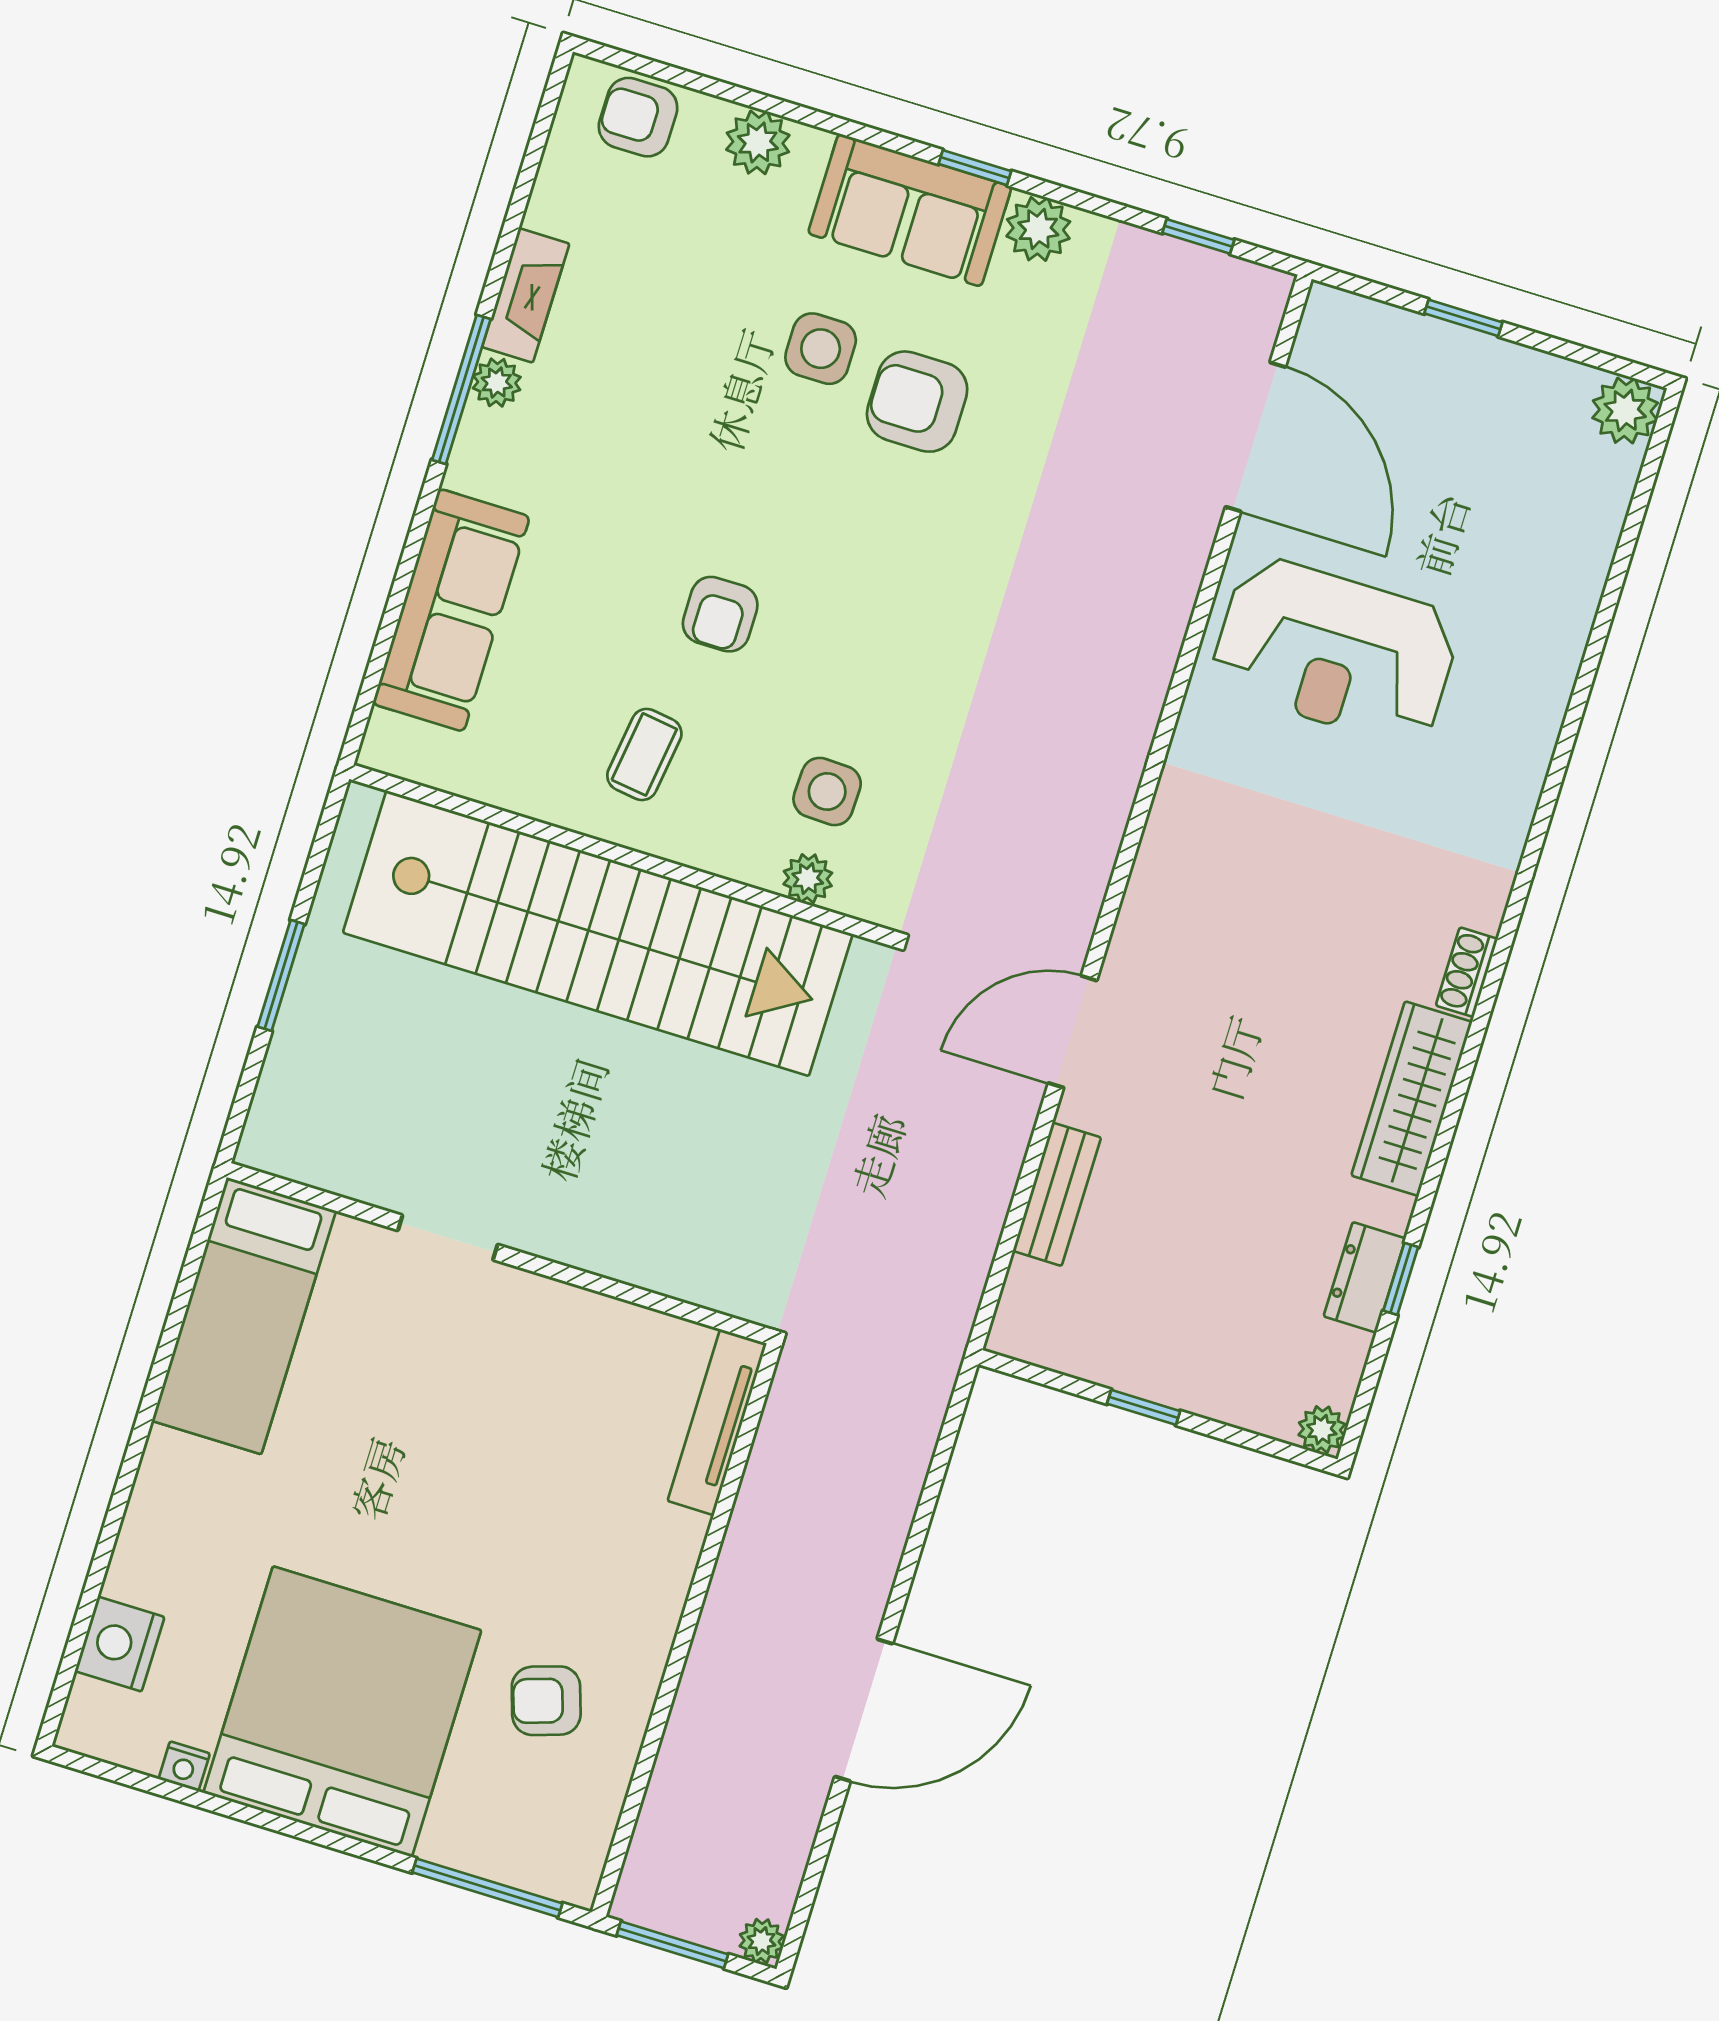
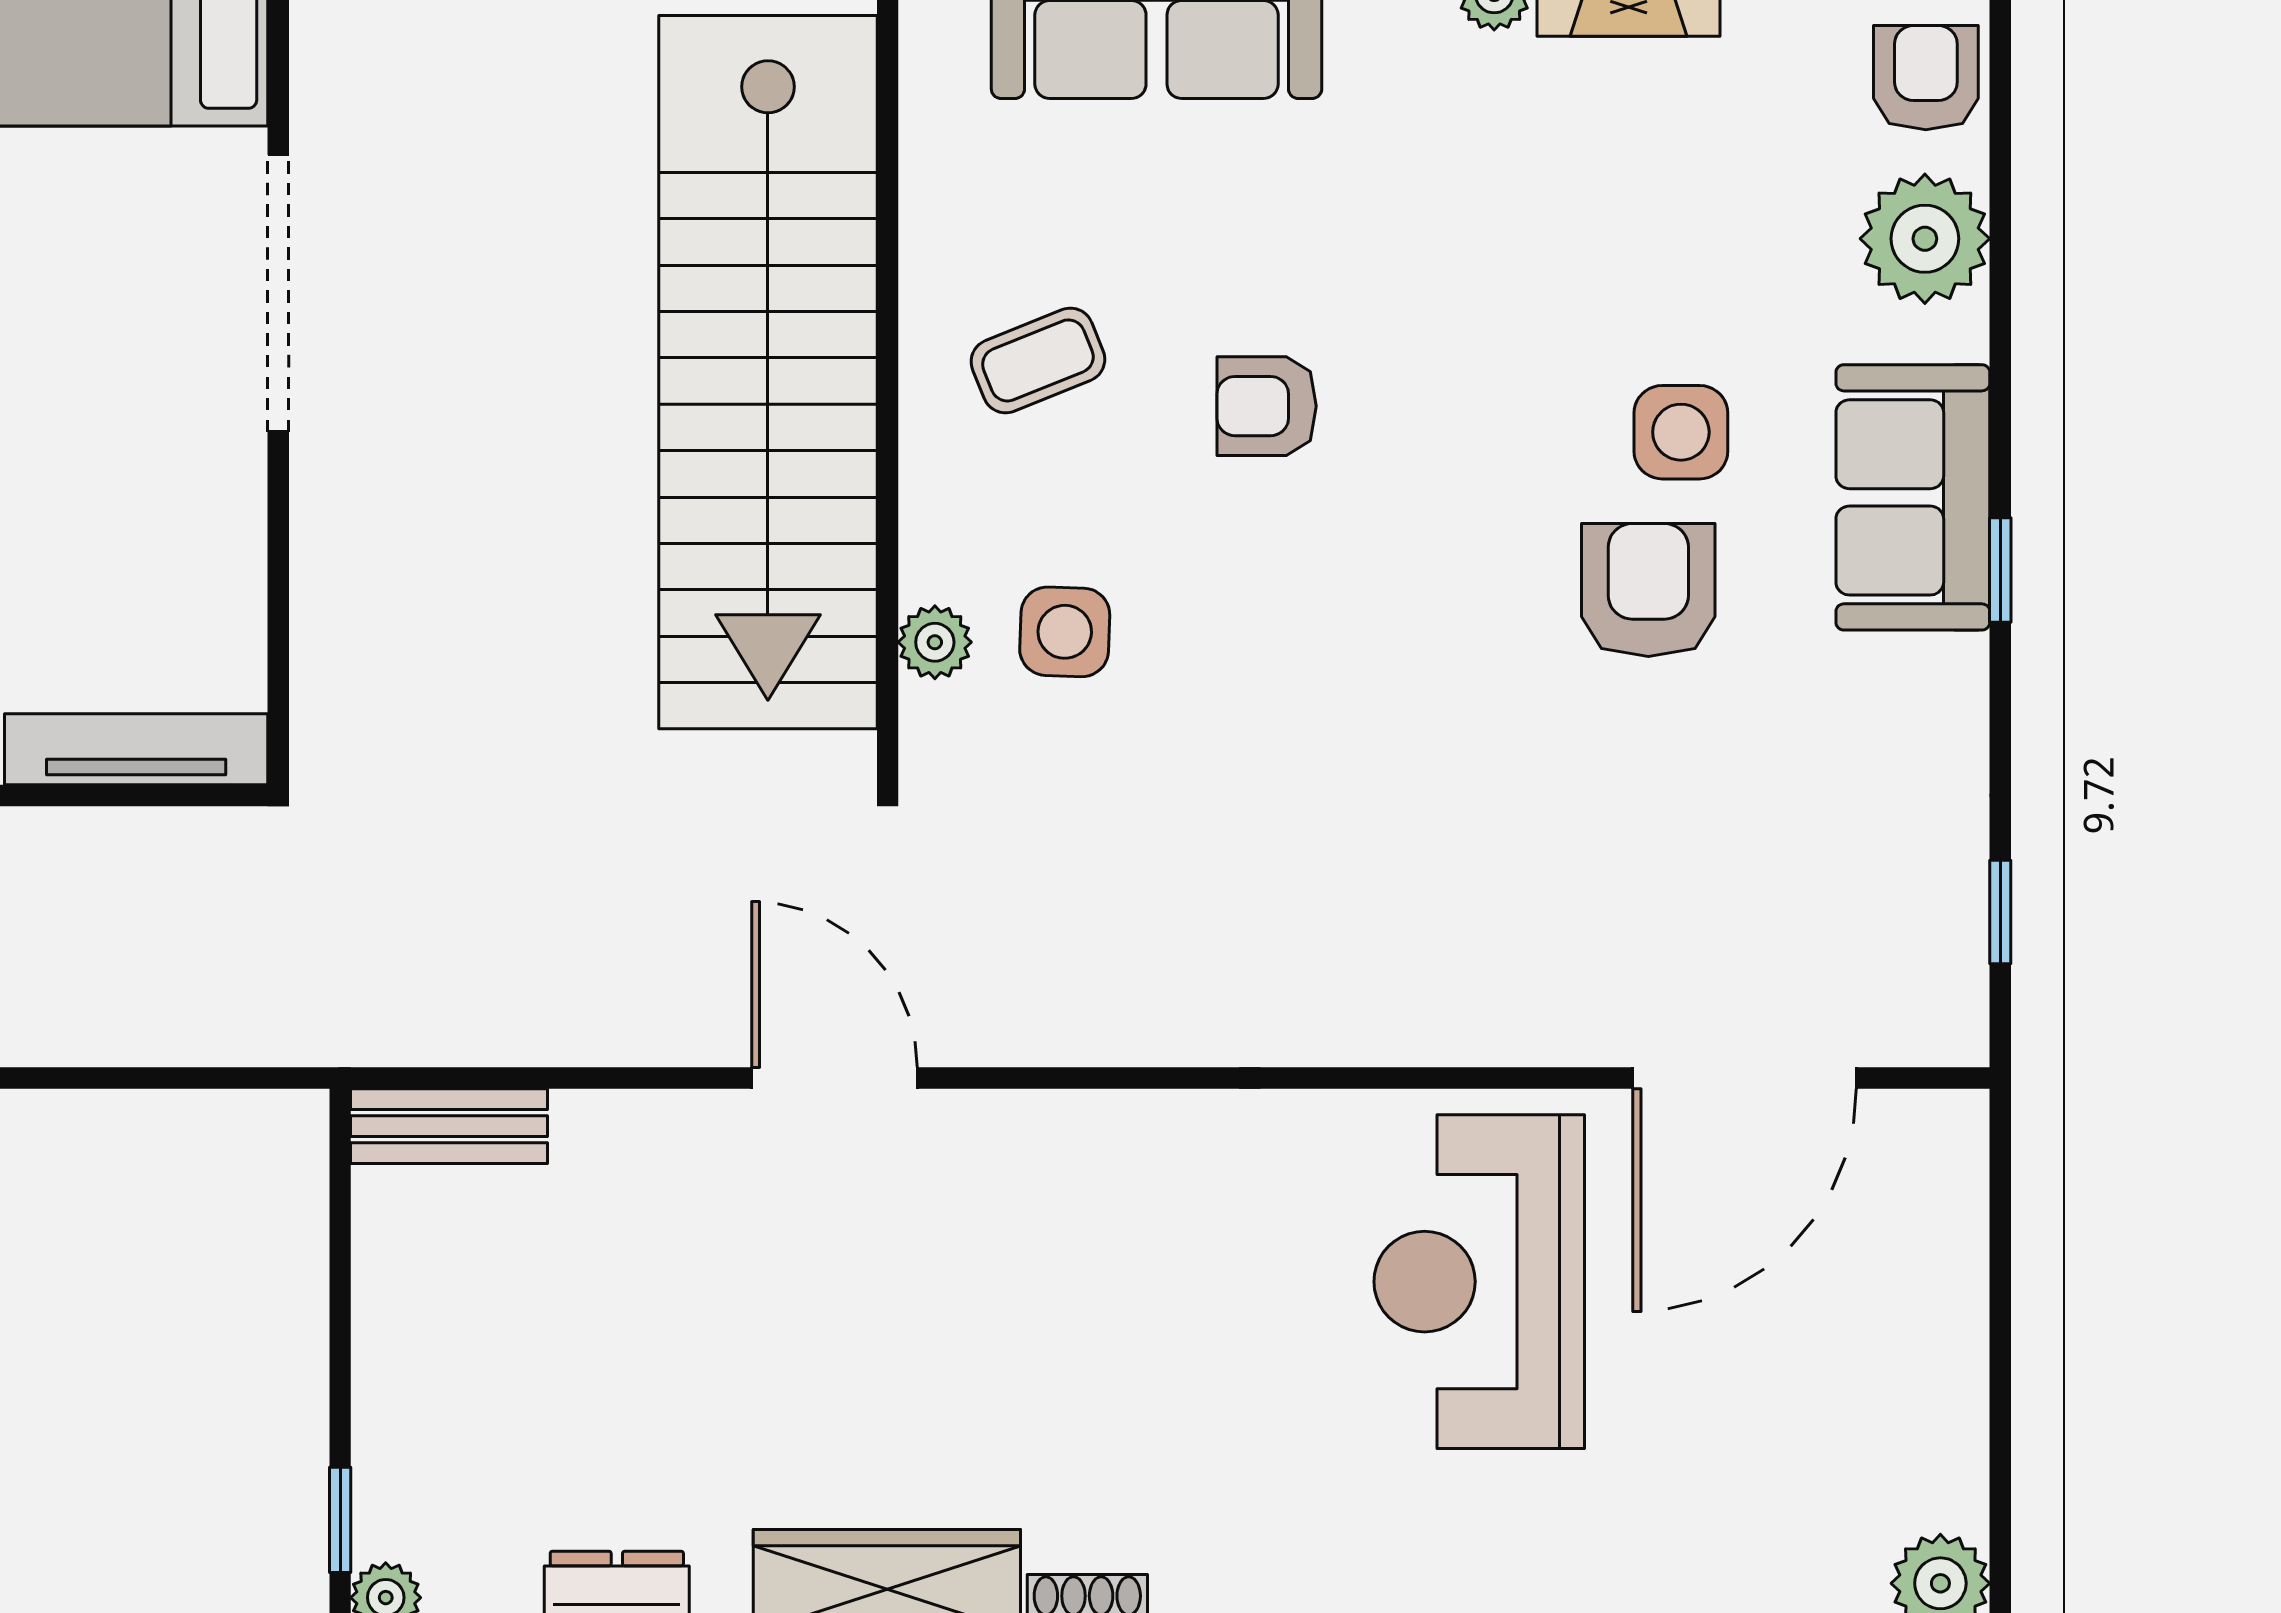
plant: (758, 142) -> (1925, 239), width x1.36, depth x1.36
plant: (1038, 229) -> (1942, 685), removed
window: (1463, 318) -> (2000, 1317), removed
coffee table: (644, 754) -> (1038, 360), turned -30
bench: (1057, 1194) -> (449, 1126), moved
doorway: (448, 1238) -> (278, 293), width x1.87
window: (1144, 1407) -> (340, 1520), moved

